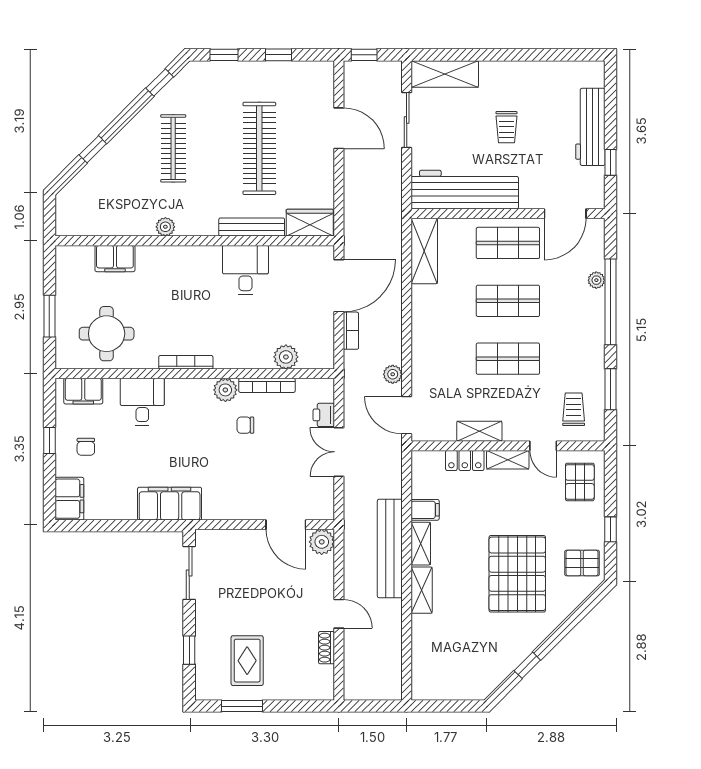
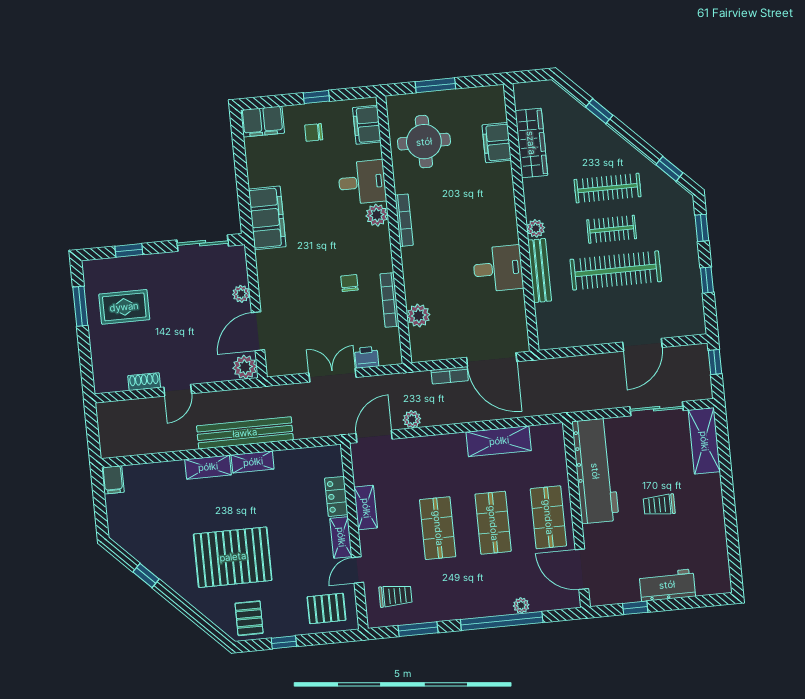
workbench: (590, 127) -> (667, 585), width x0.73
clothes rail: (216, 148) -> (612, 229), added
wardrobe: (310, 223) -> (531, 143), moved, width x1.50
plant: (165, 227) -> (536, 228), moved
shelving: (424, 251) -> (499, 441), moved
plant: (225, 390) -> (377, 215), moved
filing cabinet: (425, 510) -> (113, 480), moved
plant: (246, 538) -> (241, 294), added

